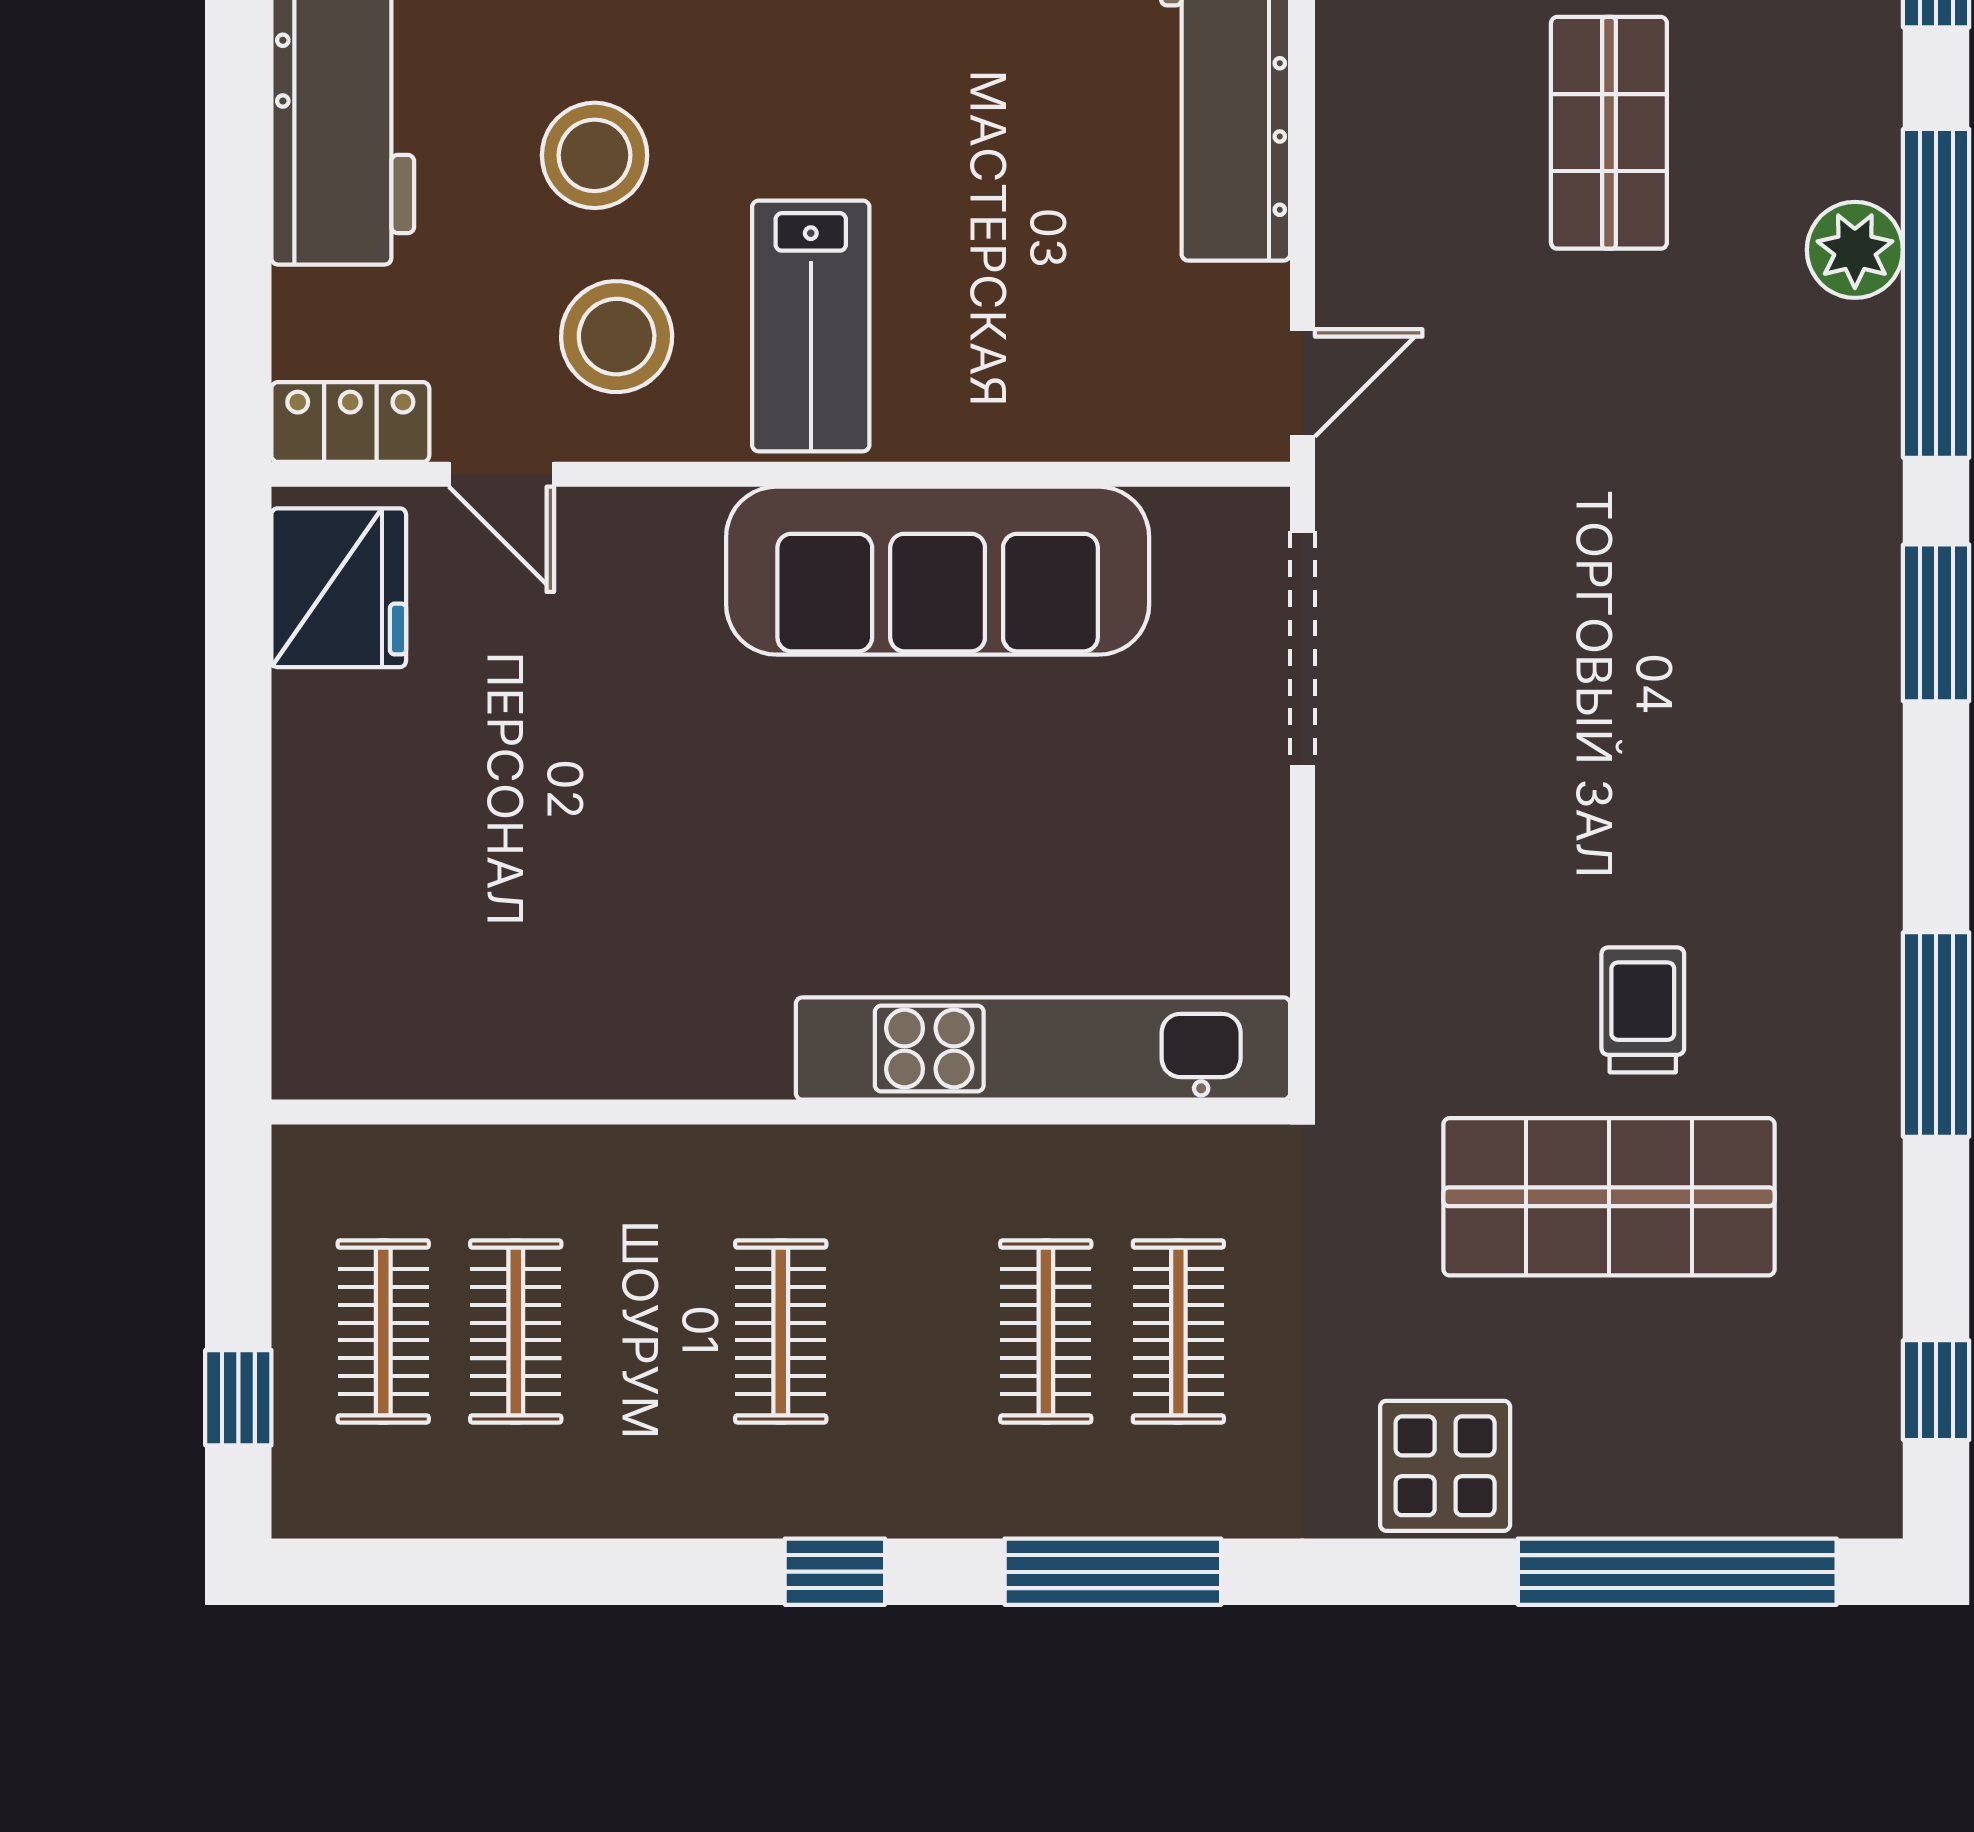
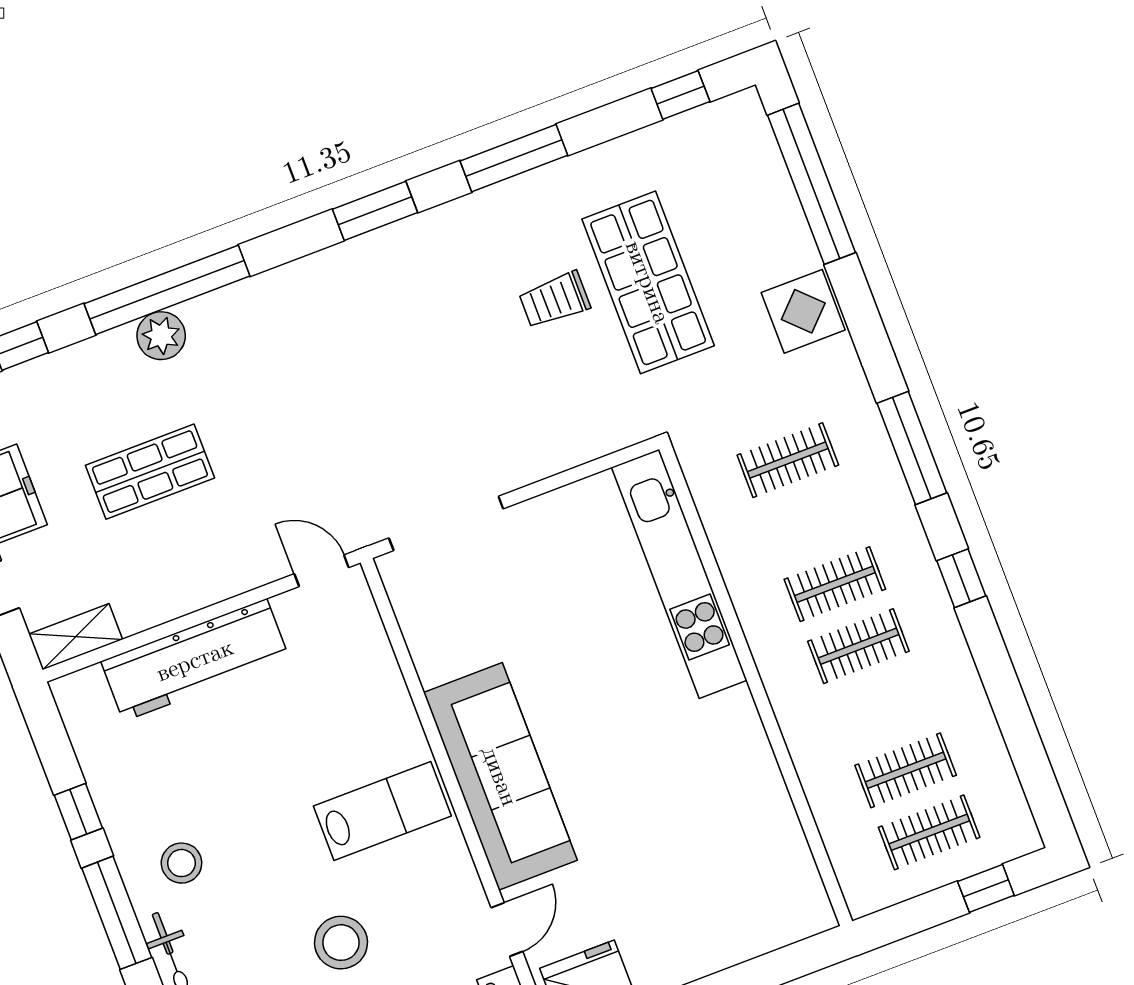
stool: (617, 337) -> (422, 900), removed
sofa: (938, 571) -> (500, 776), moved
window: (1936, 623) -> (375, 211), moved
clothes rail: (1046, 1331) -> (835, 584), moved

